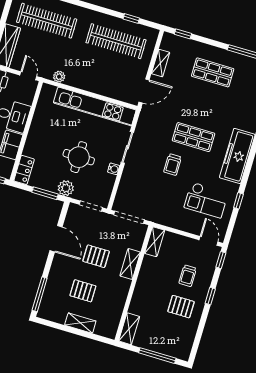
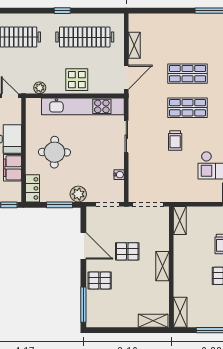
window: (131, 19) -> (62, 11), moved
window: (183, 34) -> (148, 11), removed
shop shelf: (213, 72) -> (187, 74), moved
display table: (97, 79) -> (77, 80), added
round table: (79, 157) -> (54, 152), moved
water cooler: (114, 169) -> (119, 175), moved
shelving: (130, 264) -> (163, 266), moved
pallet: (83, 291) -> (100, 280), moved
shelving: (80, 323) -> (153, 321), moved

